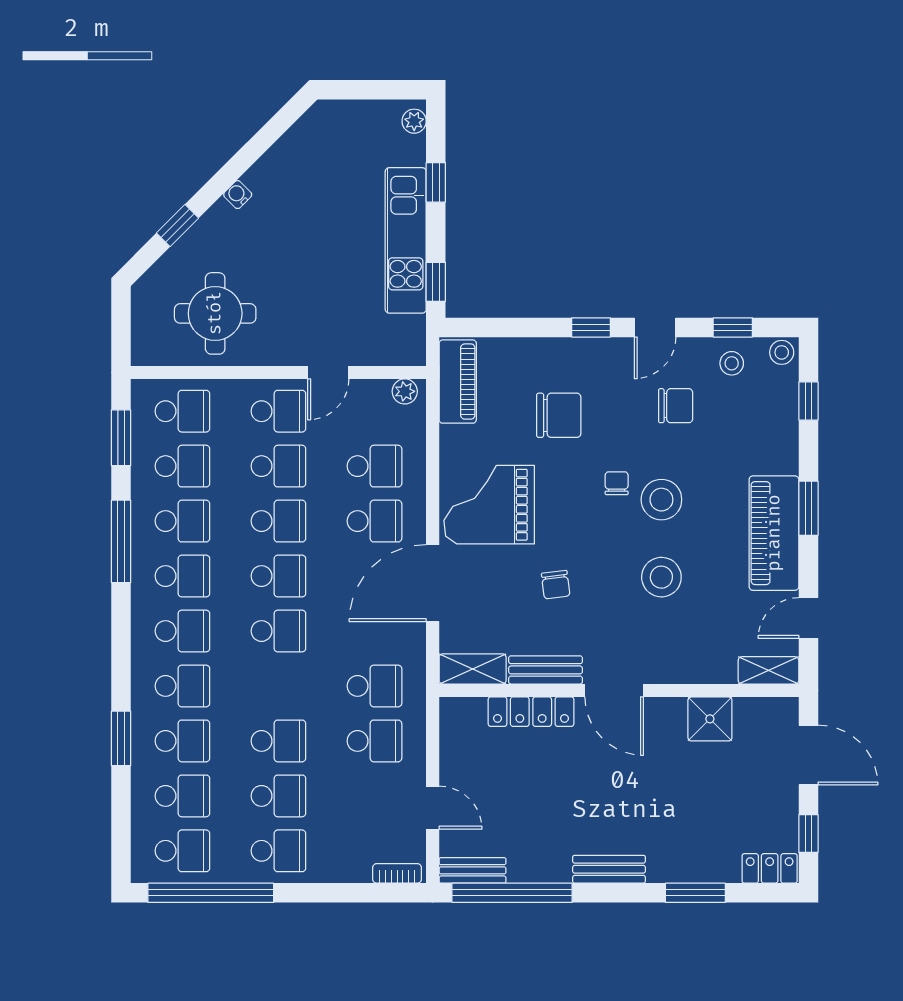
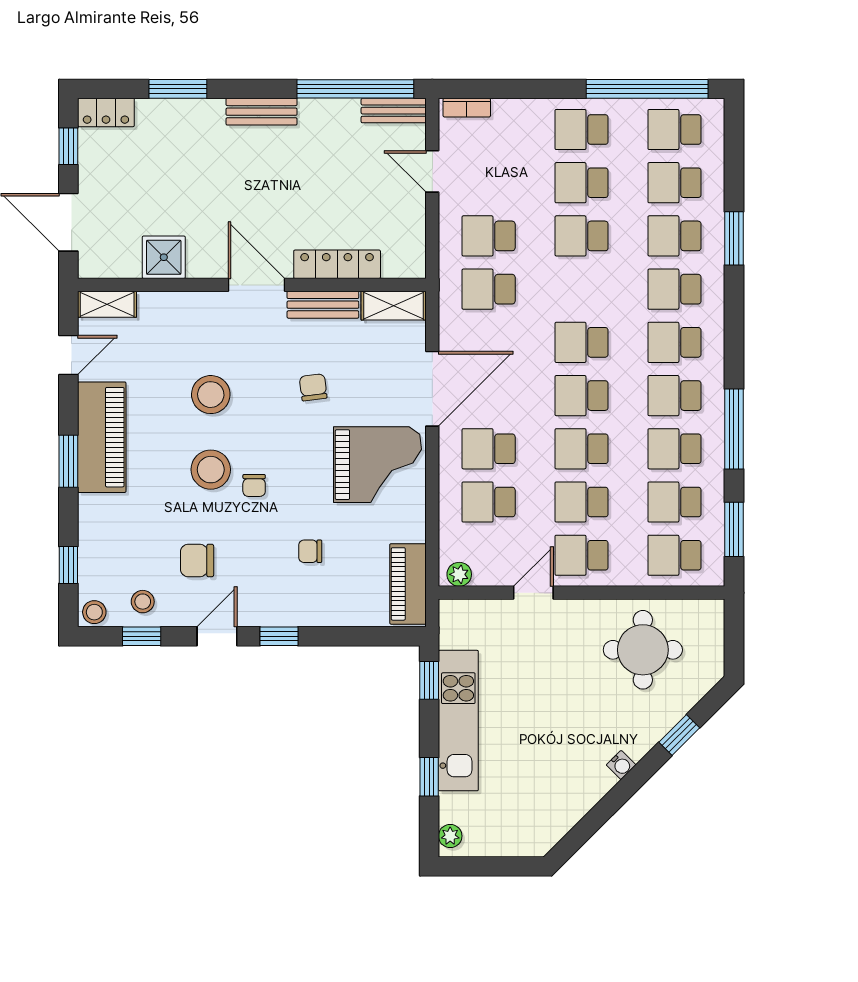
chair: (559, 415) -> (310, 551), width x0.54, depth x0.54

